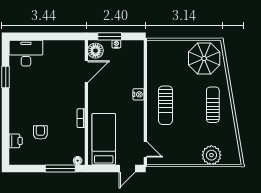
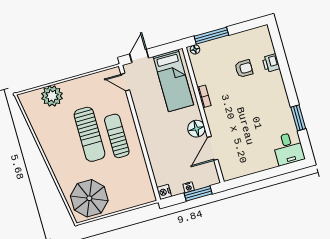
floor lamp: (95, 51) -> (196, 129), moved
desk: (26, 53) -> (288, 149), width x0.73
nightstand: (139, 94) -> (164, 192), moved
sun lounger: (213, 105) -> (90, 134), moved, width x1.36, depth x1.34
armchair: (40, 132) -> (244, 69), turned -90
printer: (16, 141) -> (271, 63), moved

